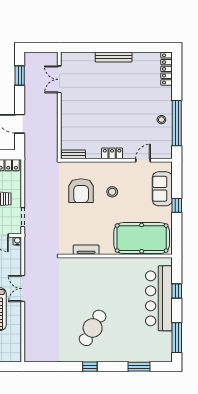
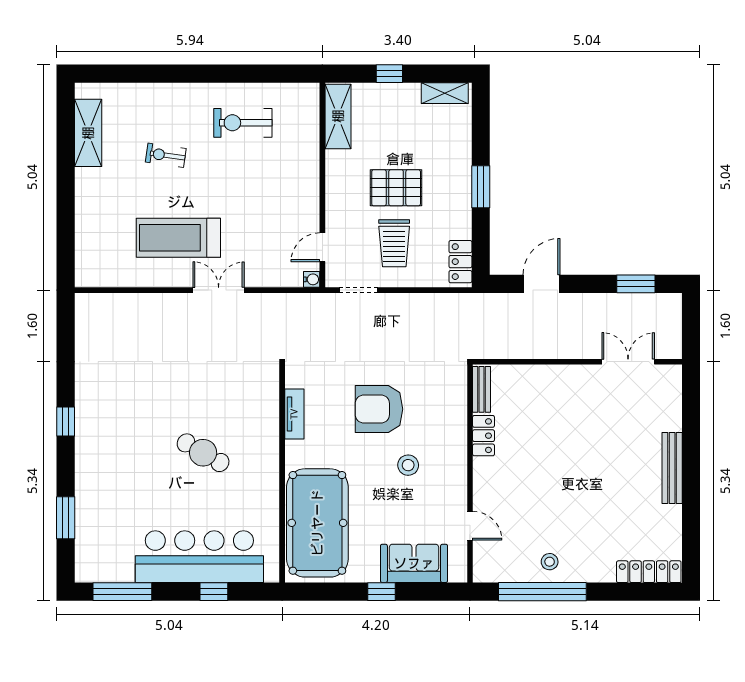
locker: (112, 153) -> (484, 436), moved
armchair: (81, 191) -> (379, 409), moved
cafe table: (93, 328) -> (203, 453), moved, width x0.73, depth x0.74

